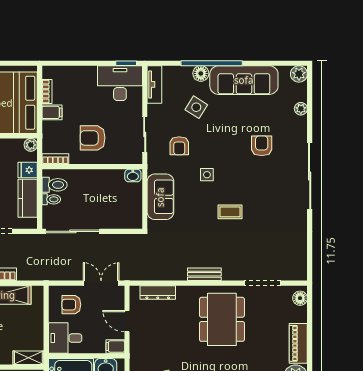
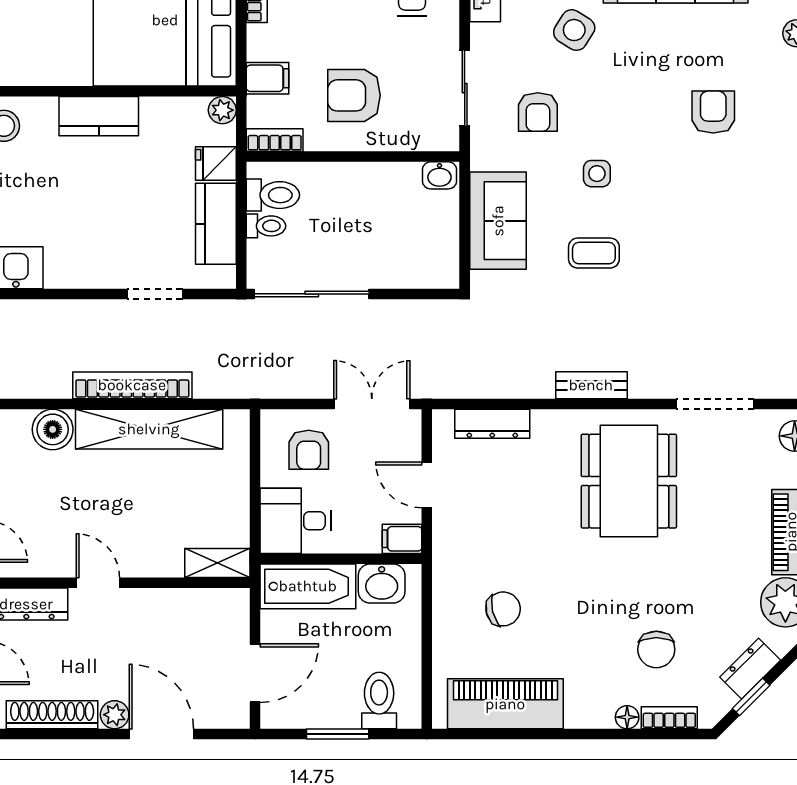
filing cabinet: (52, 112) -> (268, 78), moved
coffee table: (230, 212) -> (594, 253), moved
armchair: (71, 305) -> (309, 450), turned -90

